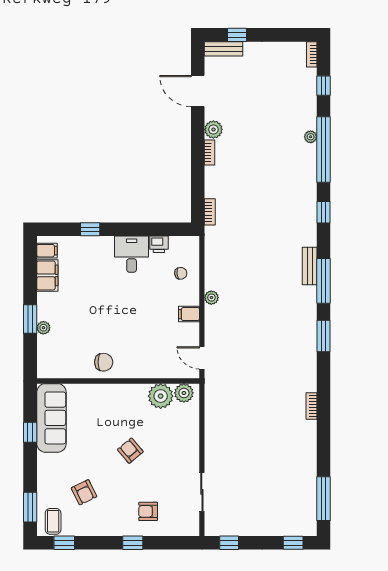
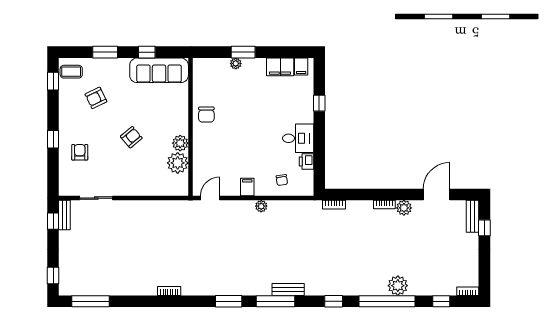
plant: (311, 137) -> (398, 286), width x1.88, depth x1.88
plant: (184, 393) -> (180, 143), moved
window: (30, 507) -> (105, 52), moved
bench: (222, 529) -> (64, 215), added

